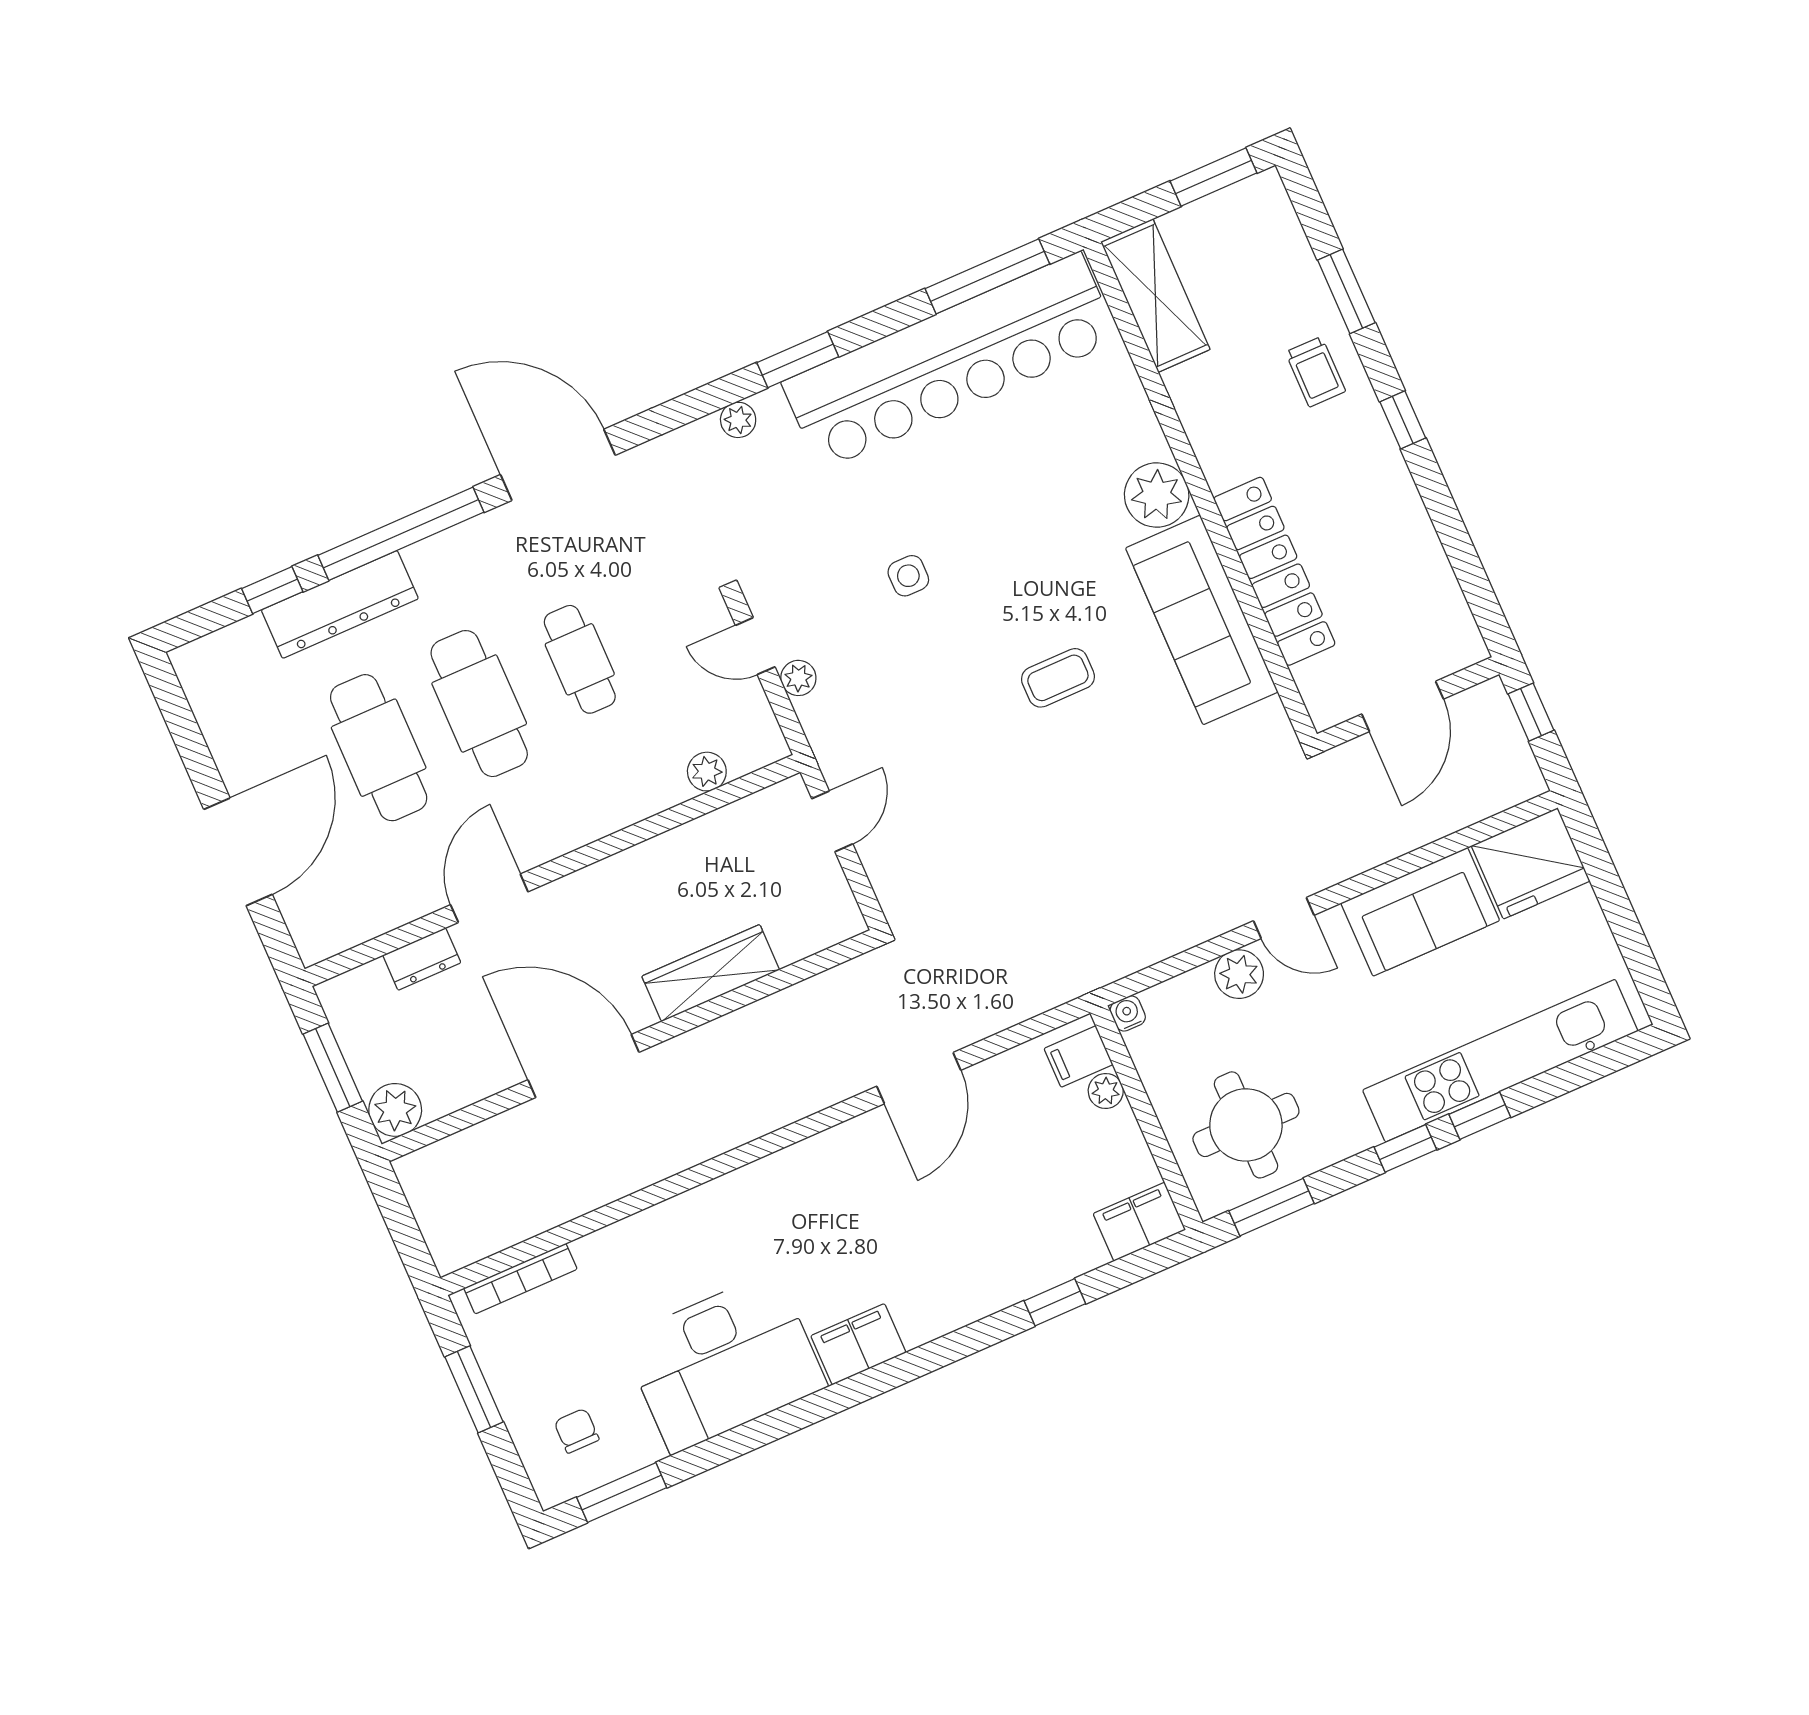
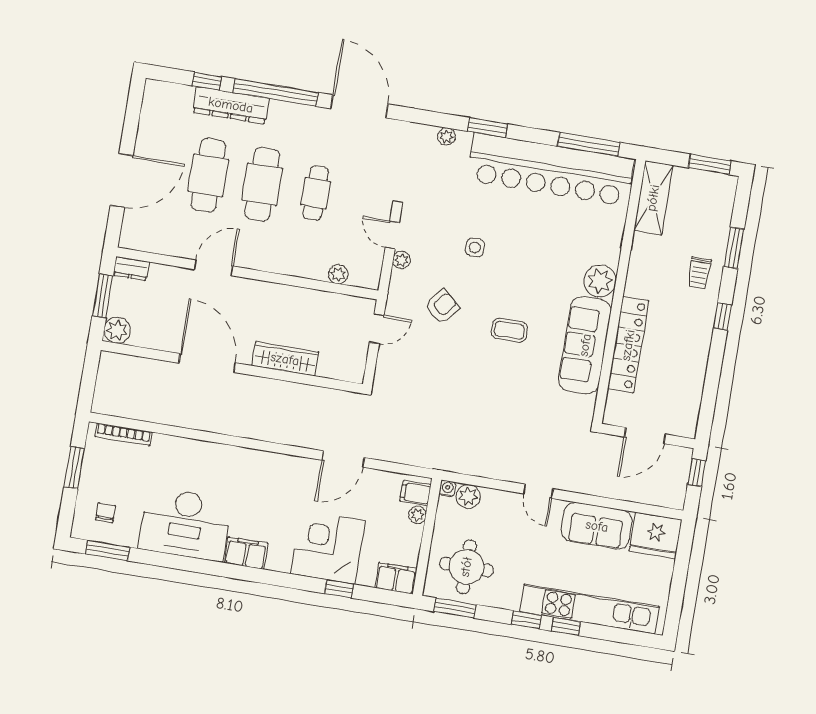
armchair: (918, 712) -> (442, 307), added
dresser: (422, 959) -> (131, 269), moved
plant: (1239, 974) -> (468, 496), moved
corner desk: (990, 1244) -> (328, 547), added

